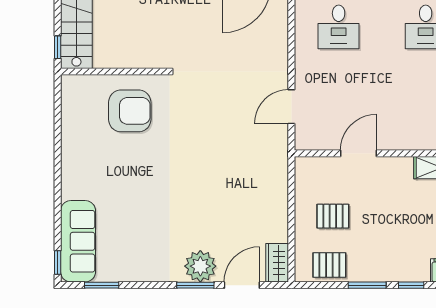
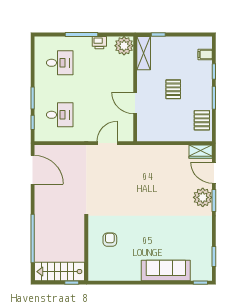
door: (291, 107) -> (107, 143), swing flipped
armchair: (130, 111) -> (110, 240), width x0.53, depth x0.53
pallet: (333, 216) -> (173, 89), moved
sofa: (78, 241) -> (166, 271), moved

